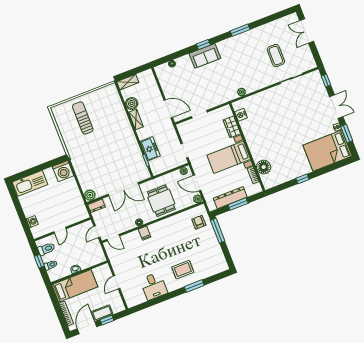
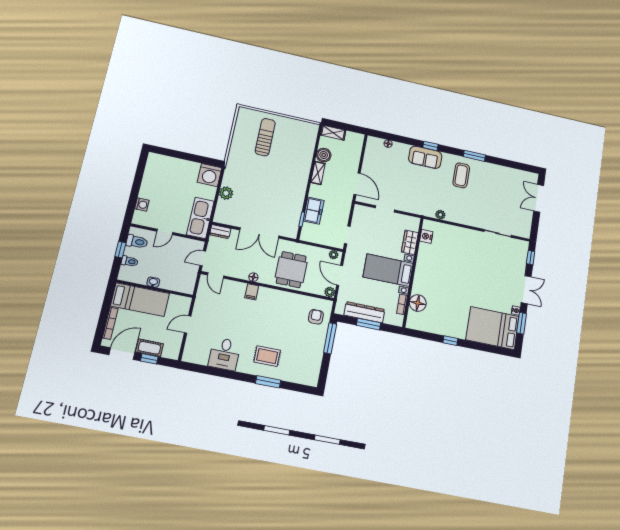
coffee table: (276, 56) -> (461, 175), moved
kitchen sink: (30, 183) -> (200, 218), moved, turned 90
plant: (90, 195) -> (226, 193), moved

